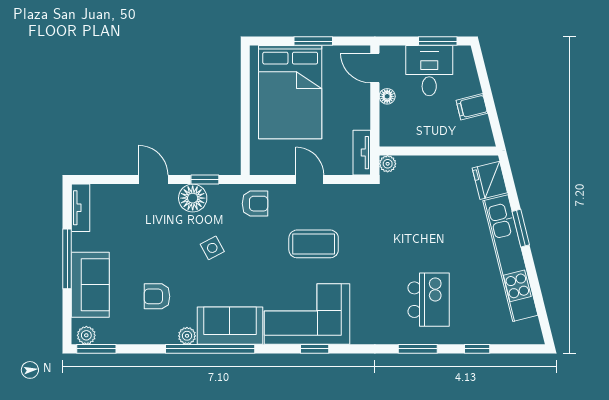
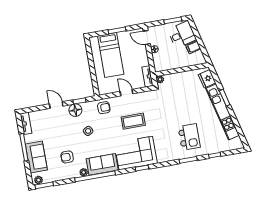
desk: (429, 71) -> (182, 35), moved, turned 76
bed: (290, 92) -> (111, 55), width x0.67

